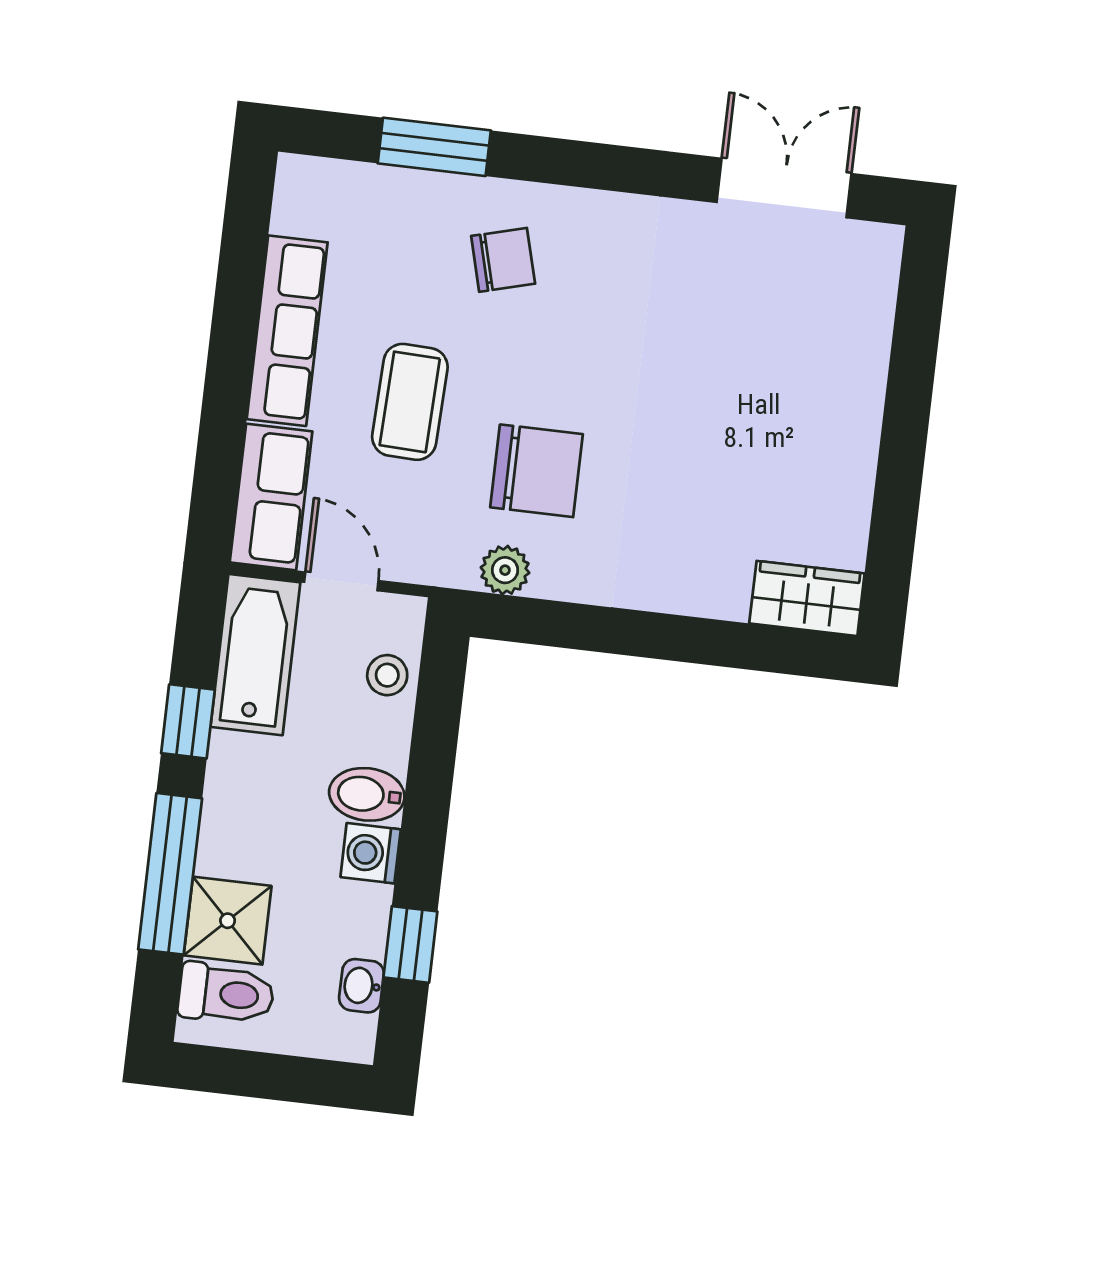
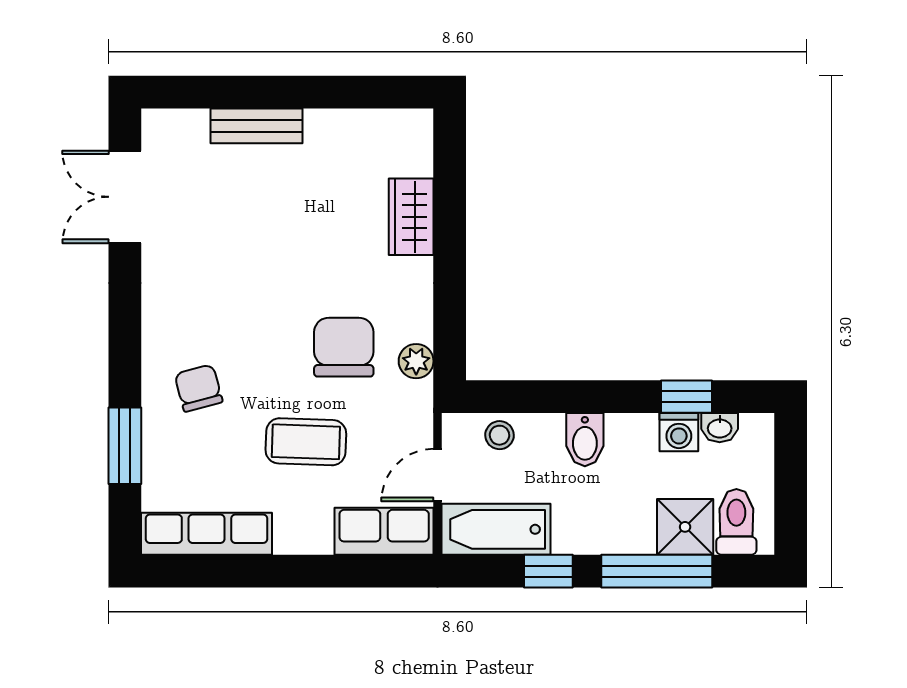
row of seats: (287, 331) -> (207, 534), moved
bench: (862, 385) -> (257, 126), added
wardrobe: (807, 598) -> (411, 217), moved
washing machine: (371, 853) -> (679, 432), moved

